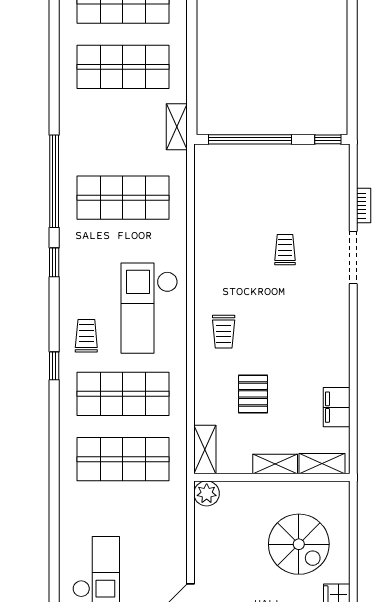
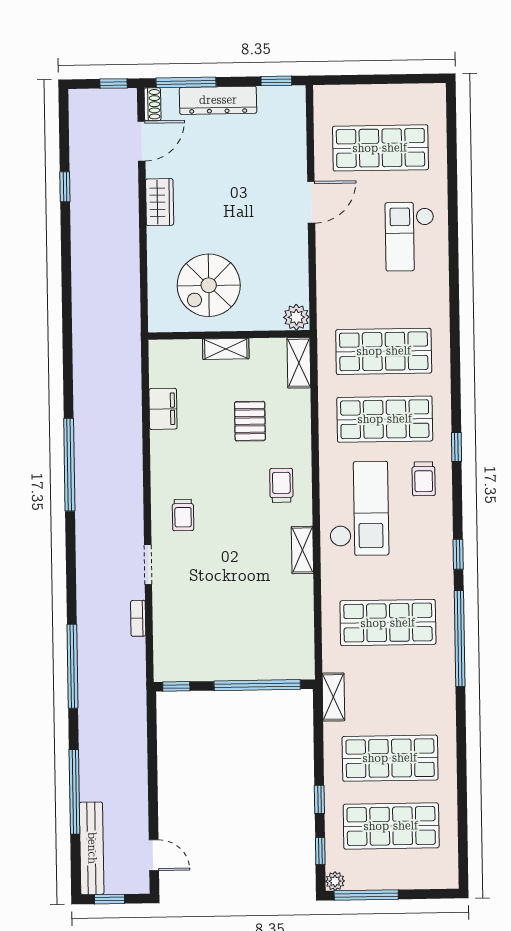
window: (192, 28) -> (319, 799), added
trolley: (285, 250) -> (183, 515), moved
doorway: (353, 257) -> (148, 564), width x0.73
shelving: (322, 464) -> (302, 550), moved, turned 90
spiral stairs: (299, 544) -> (209, 285), moved, turned -90

